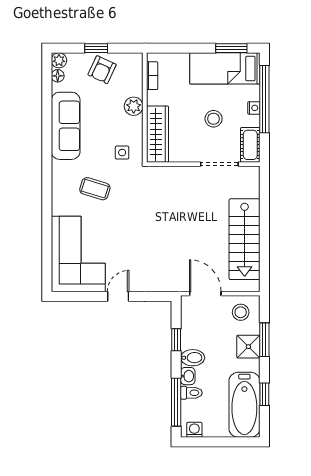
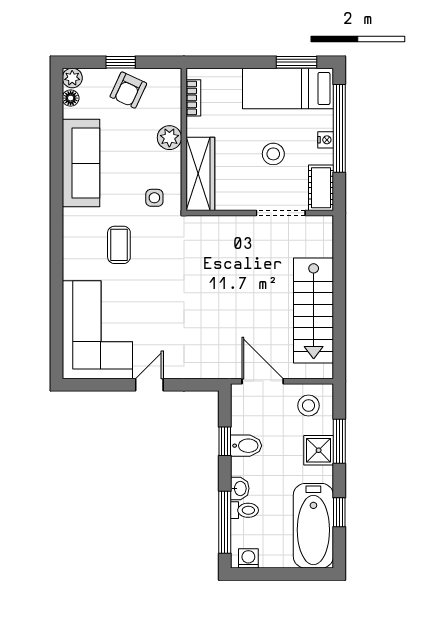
coffee table: (95, 189) -> (119, 245), turned 73
bidet: (193, 358) -> (246, 446), moved

